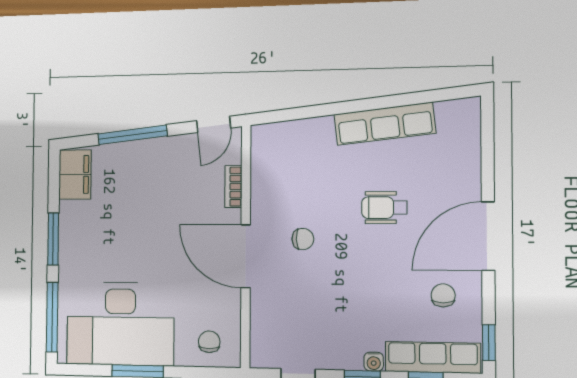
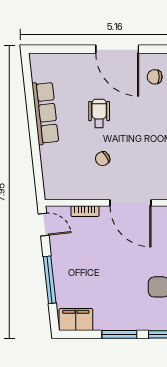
wheelchair: (384, 208) -> (99, 113), turned 180
chair: (303, 239) -> (103, 159), moved, turned -119
door: (246, 256) -> (131, 203), hinge flipped

